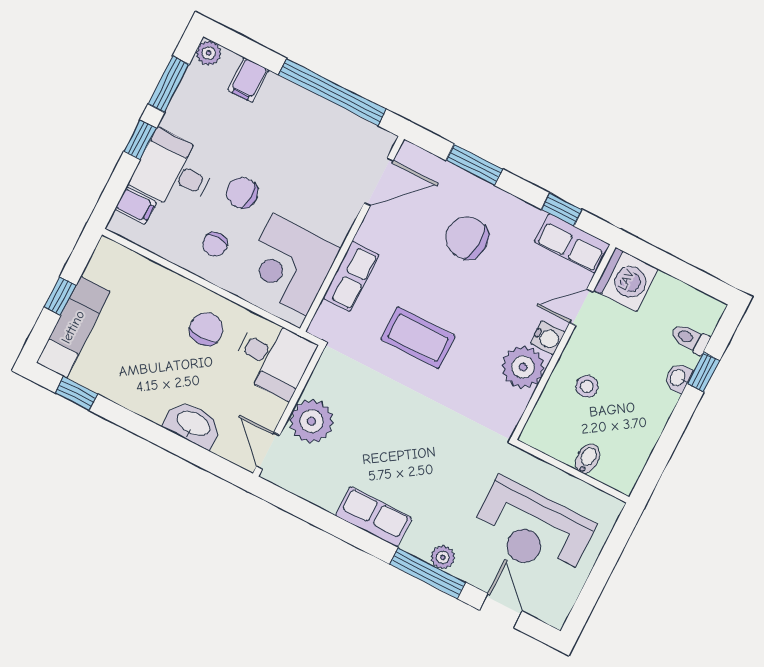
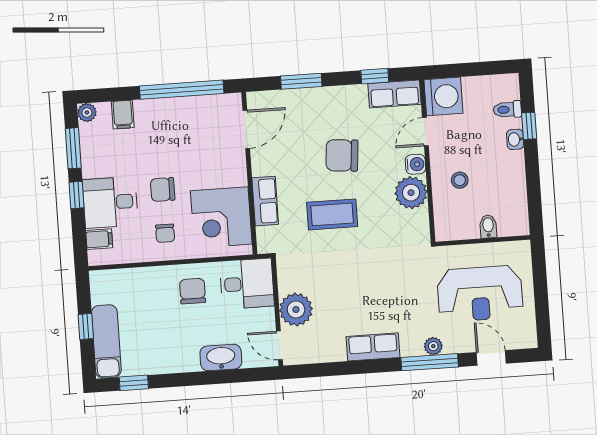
chair: (467, 238) -> (342, 155), moved

